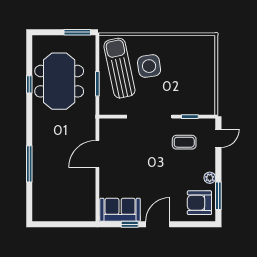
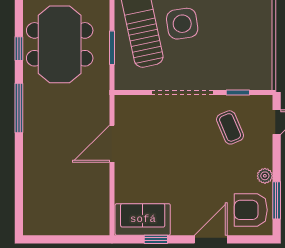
coffee table: (184, 142) -> (230, 127), turned 67
window: (29, 164) -> (19, 108), moved
door: (158, 224) -> (211, 239), moved

